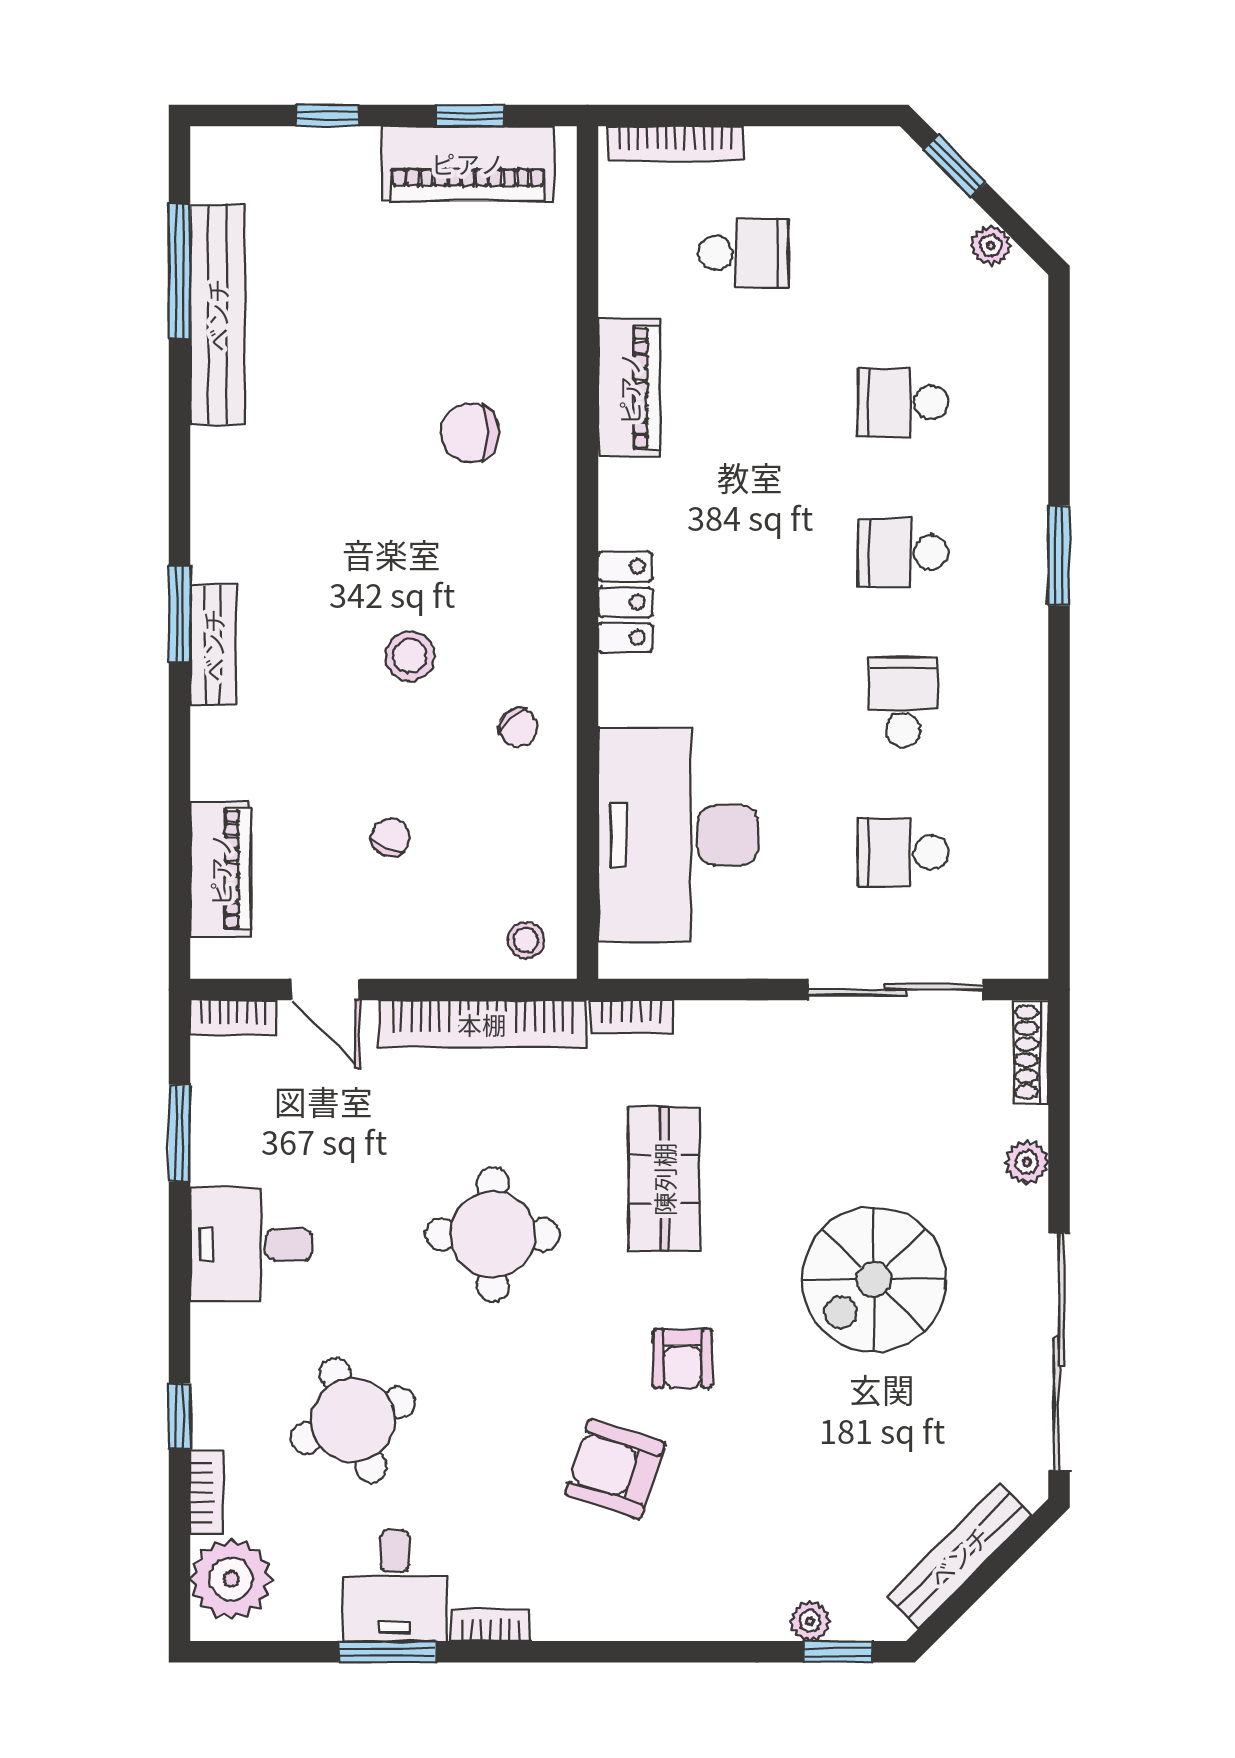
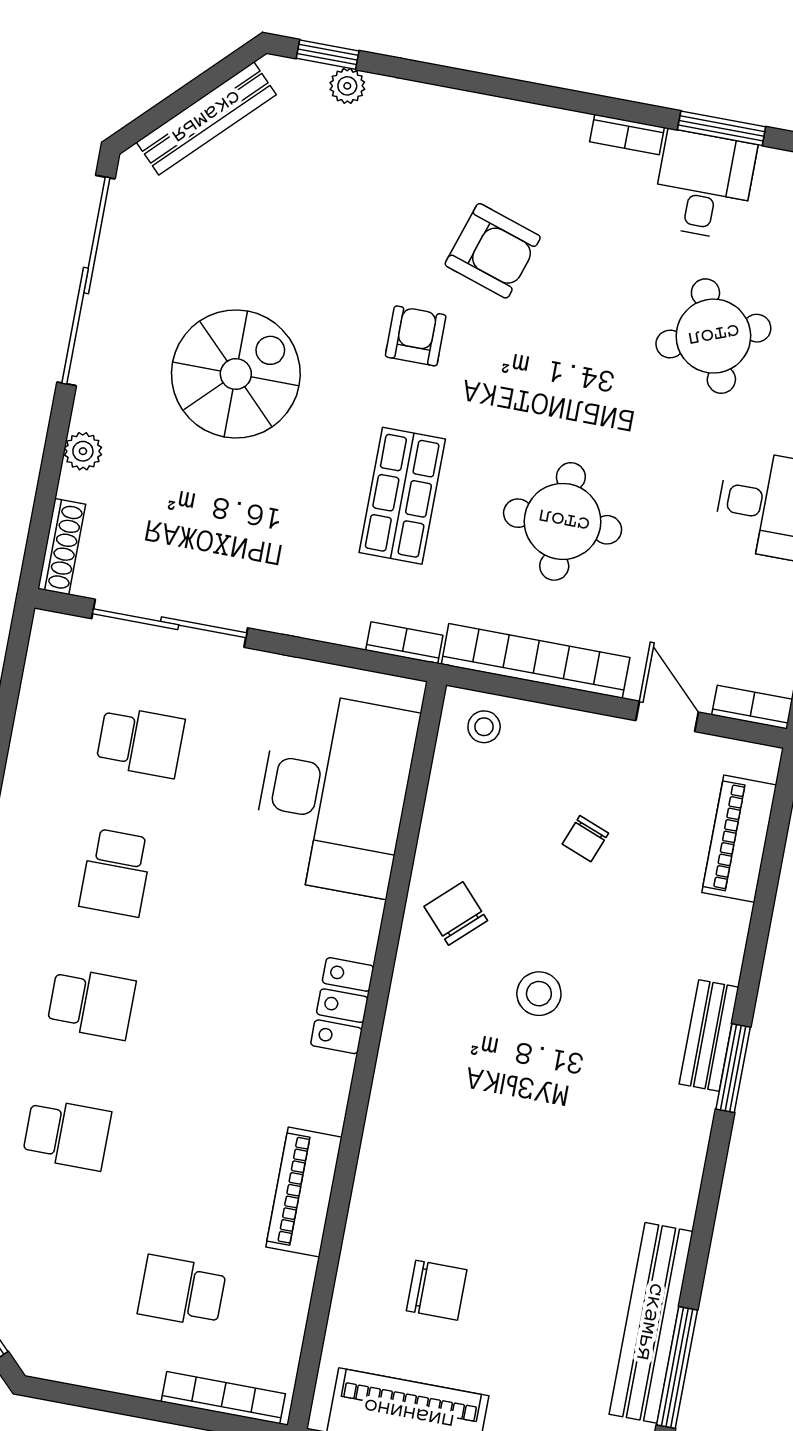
chair: (470, 433) -> (437, 1290), moved
chair: (518, 728) -> (456, 914), width x1.37, depth x1.37
round table: (493, 1234) -> (563, 521), moved

